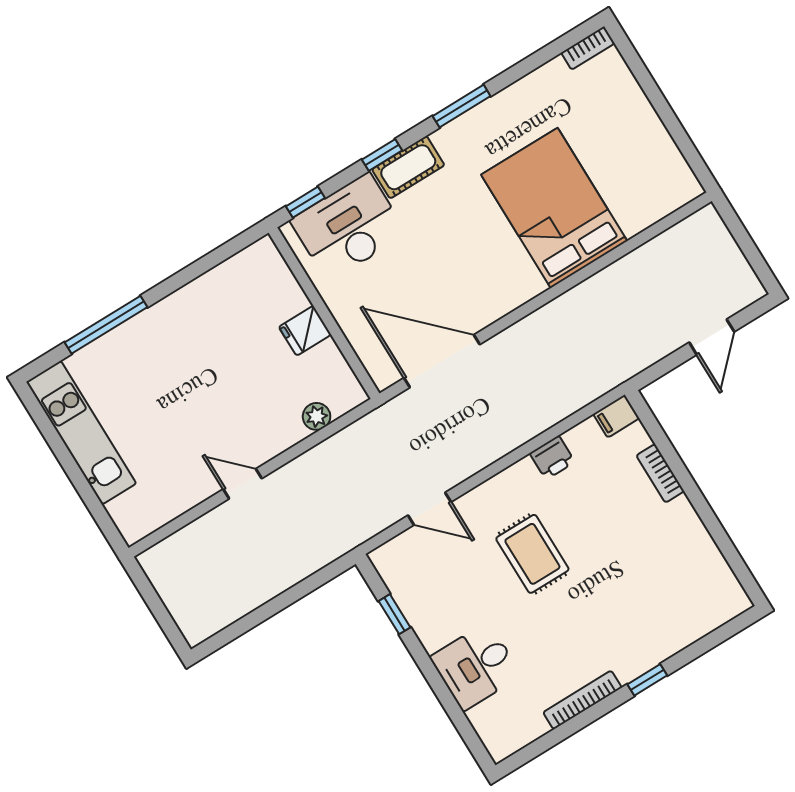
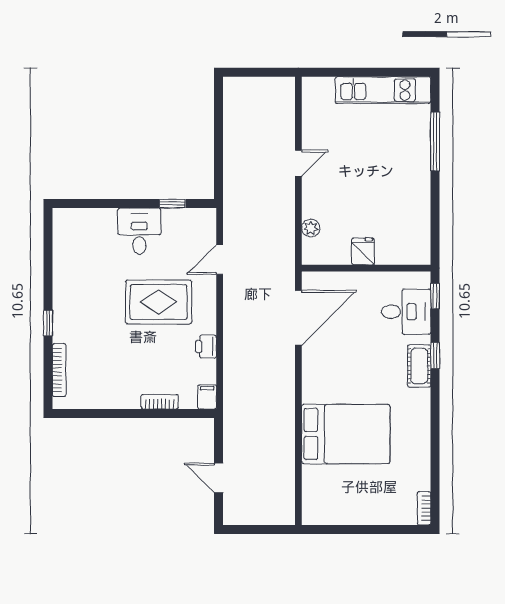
window: (462, 106) -> (435, 417), removed
desk: (348, 227) -> (406, 312), width x0.73
rug: (532, 554) -> (159, 302), width x1.36, depth x1.43
desk: (476, 666) -> (139, 231), moved
bookcase: (582, 700) -> (59, 370), moved

